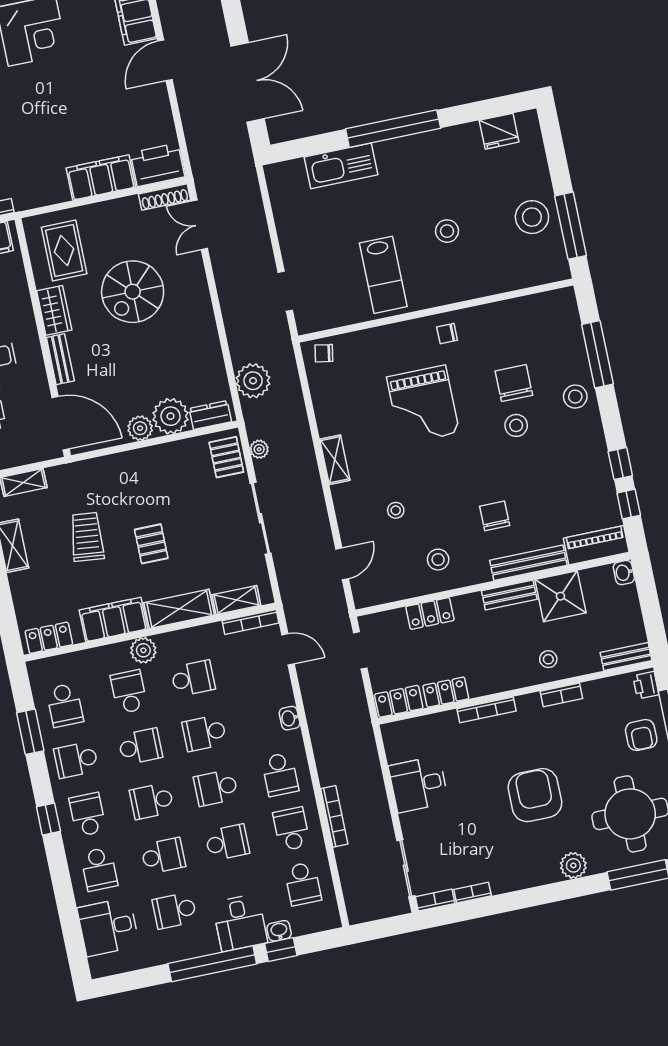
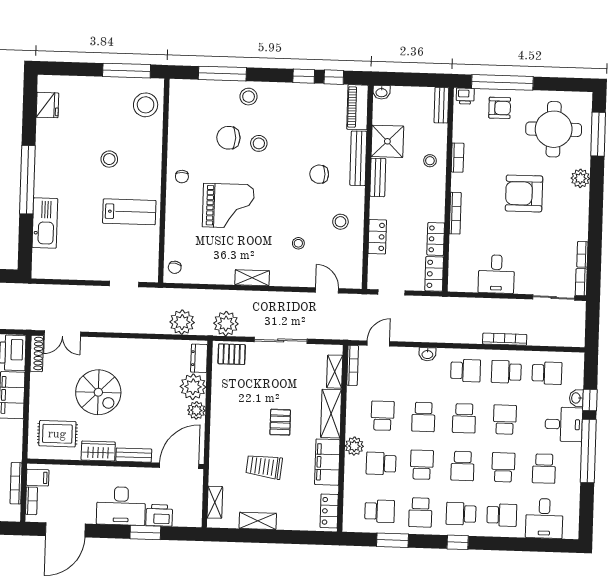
stool: (532, 217) -> (146, 105), moved
plant: (259, 449) -> (226, 324), width x1.88, depth x1.88
pallet: (151, 544) -> (280, 422), turned 90

